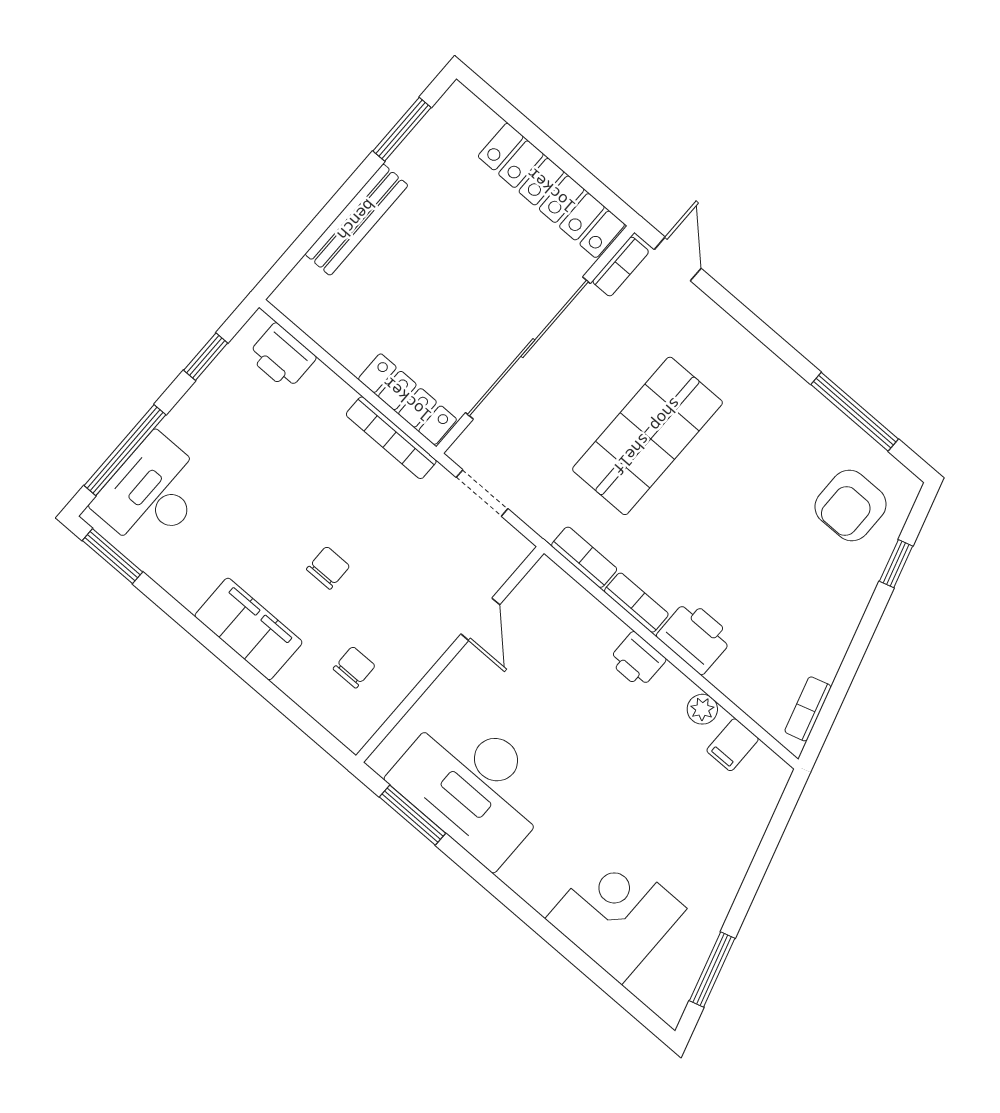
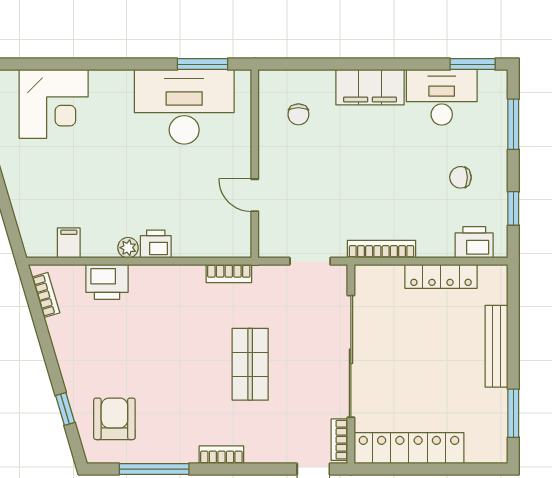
locker: (407, 399) -> (441, 276), moved
shop shelf: (647, 436) -> (250, 364), width x0.70, depth x0.74
window: (125, 450) -> (513, 124), width x0.69
desk: (152, 493) -> (442, 97), moved, turned -90
chair: (328, 568) -> (460, 177), moved, turned 90
bookcase: (636, 603) -> (221, 455), moved, turned 180
printer: (695, 637) -> (107, 282), moved
plant: (702, 709) -> (128, 248), moved

